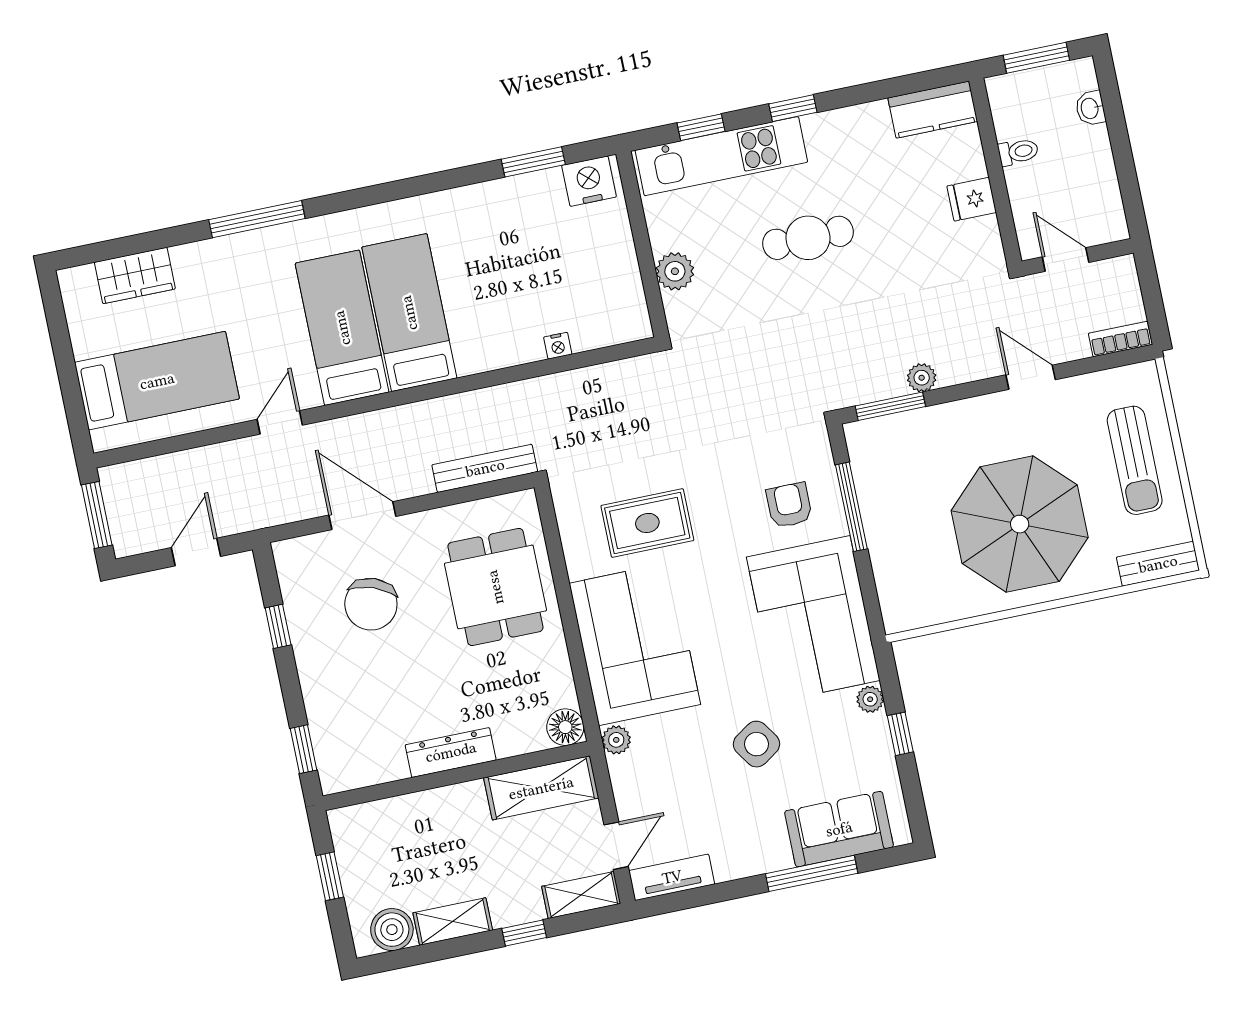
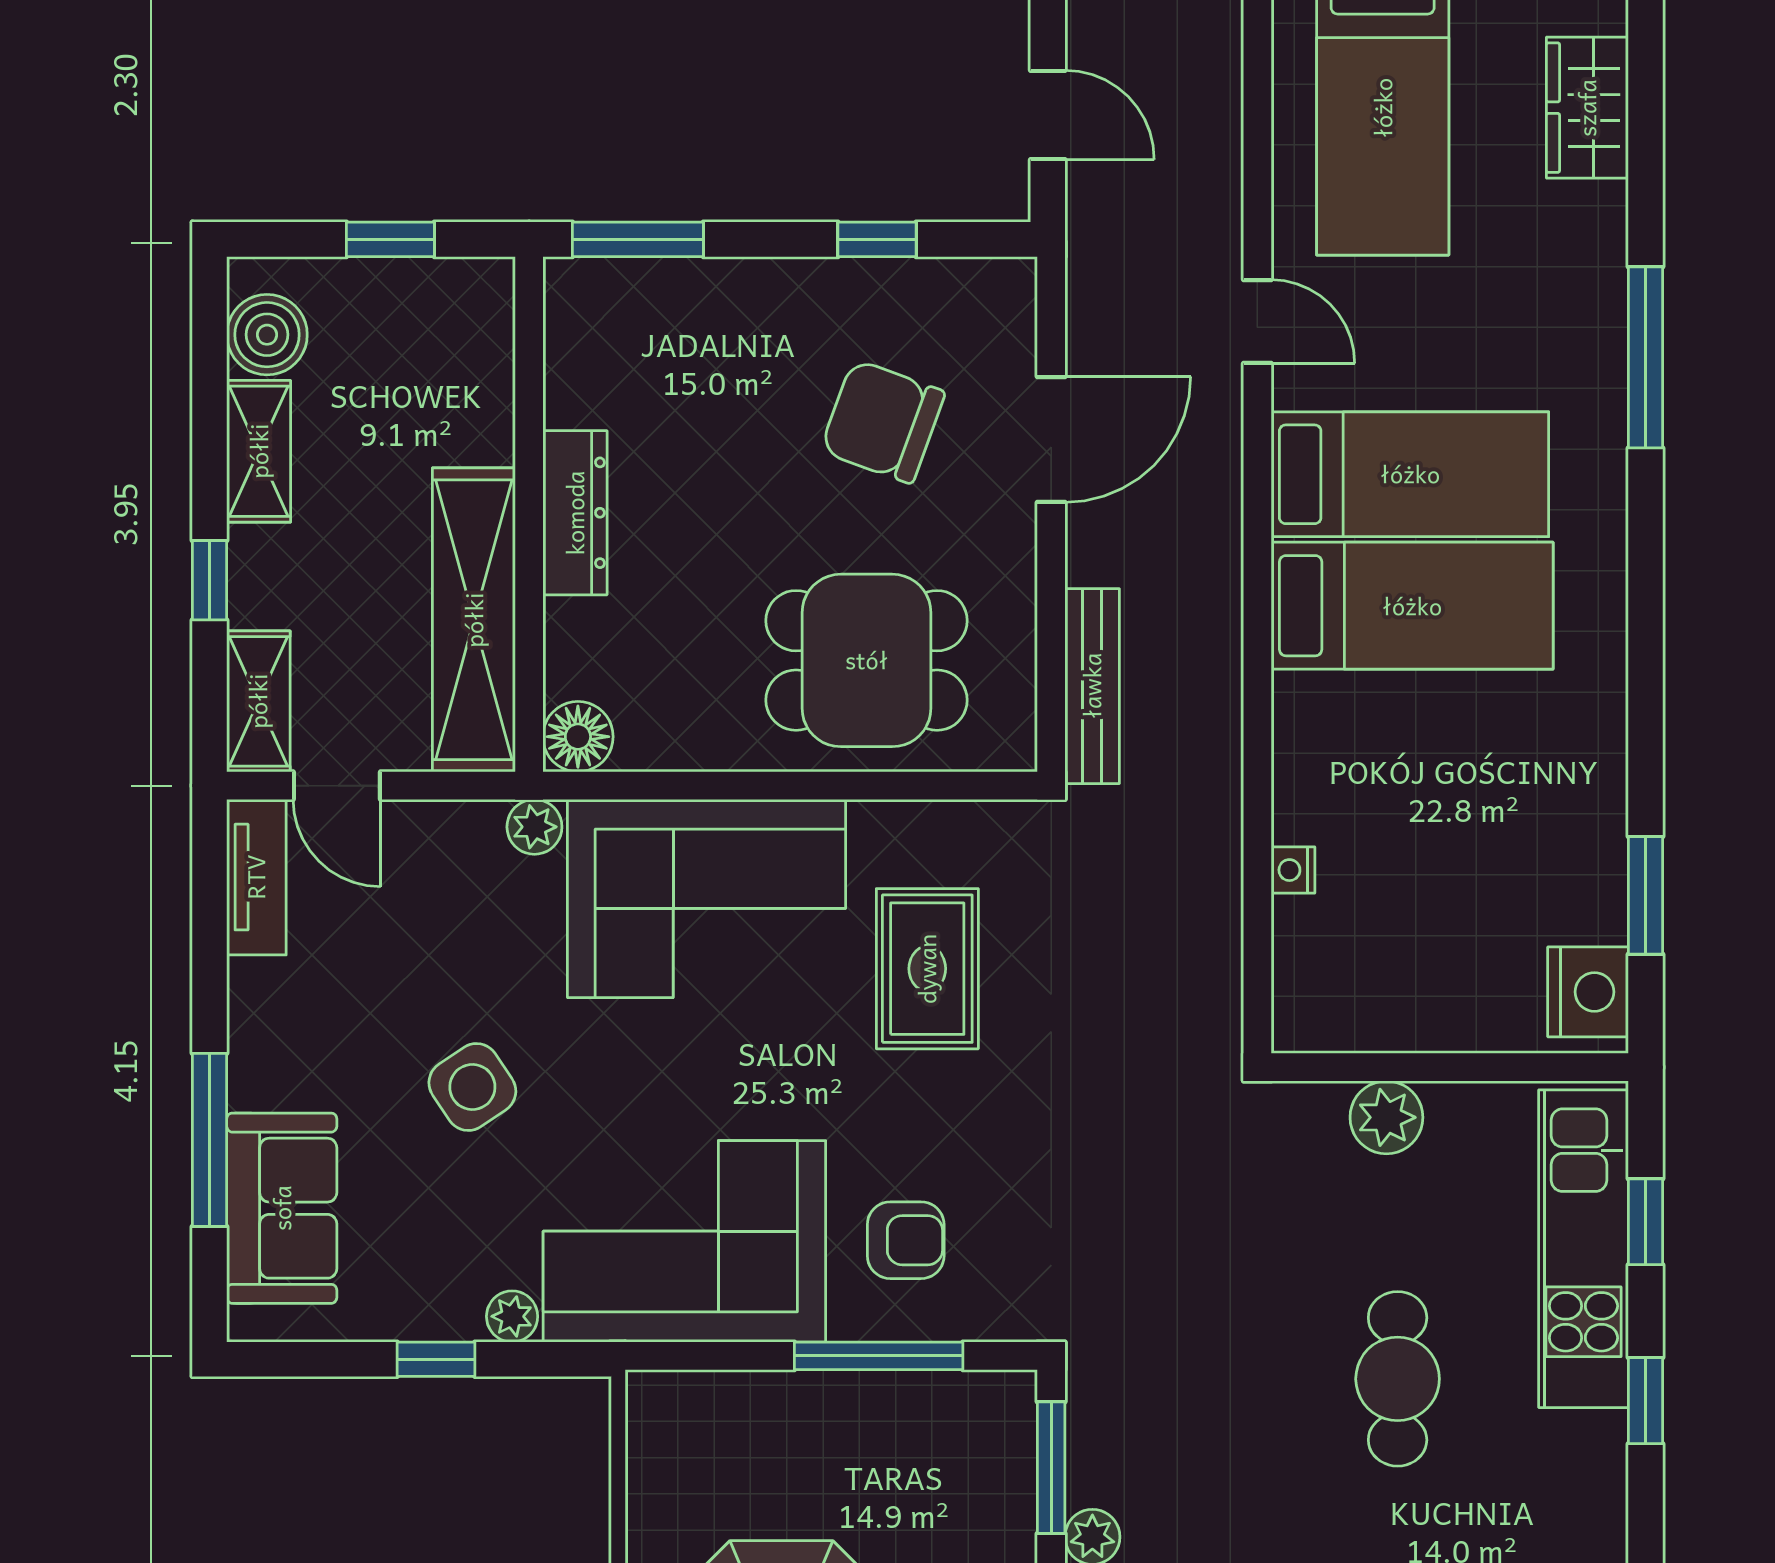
window: (304, 749) -> (638, 239), width x1.50
shelving: (541, 788) -> (474, 620), width x1.47

